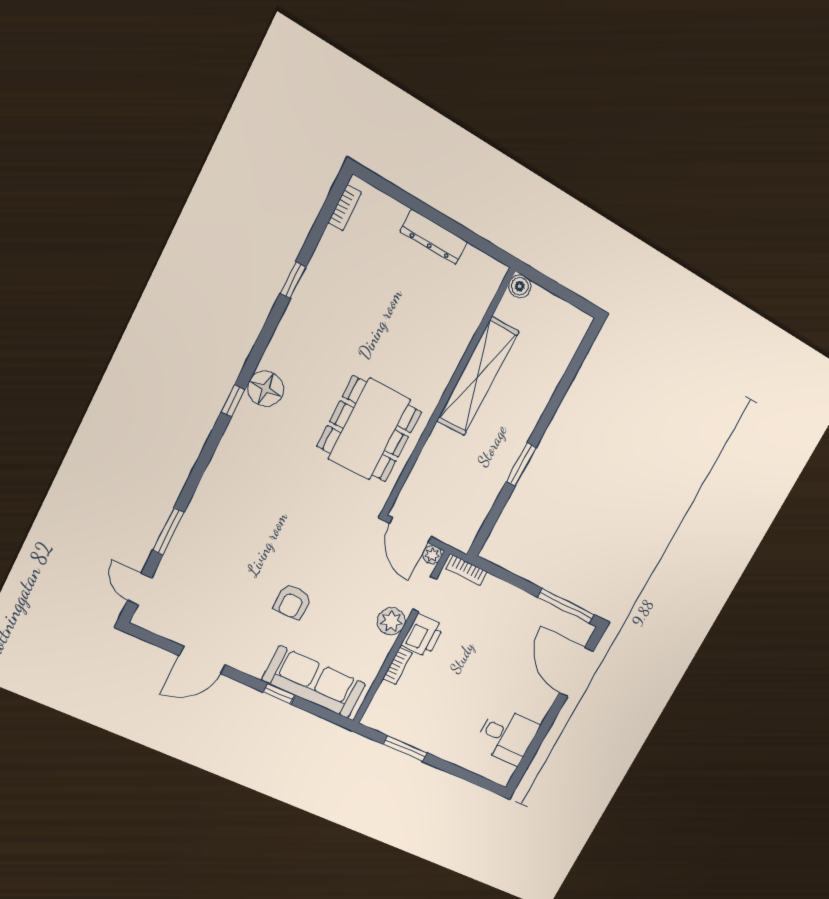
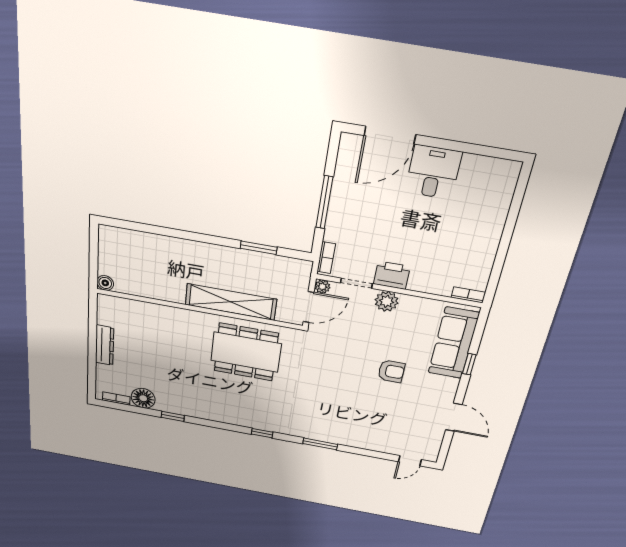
shelving: (478, 376) -> (231, 302), moved
floor lamp: (266, 389) -> (143, 398), moved
window: (521, 464) -> (259, 248), moved
window: (168, 531) -> (320, 444), moved
window: (566, 606) -> (324, 202), moved
bookcase: (397, 666) -> (468, 295), moved
desk: (507, 736) -> (433, 172), moved
window: (405, 748) -> (499, 261), removed

